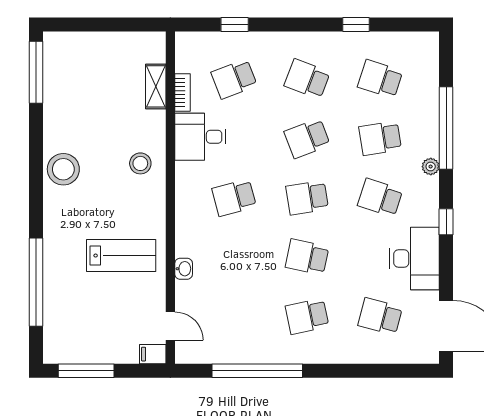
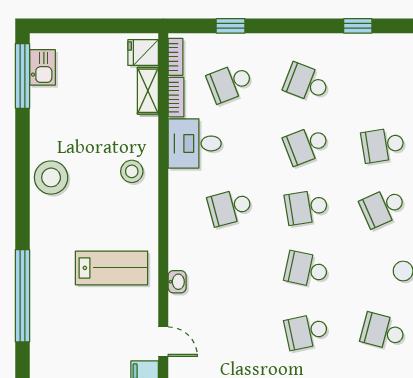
fridge: (151, 50) -> (143, 53), added
bookcase: (182, 54) -> (175, 57), added
kitchen sink: (55, 64) -> (42, 67), added
school desk: (380, 79) -> (383, 83), removed
school desk: (380, 198) -> (383, 207), turned -42

